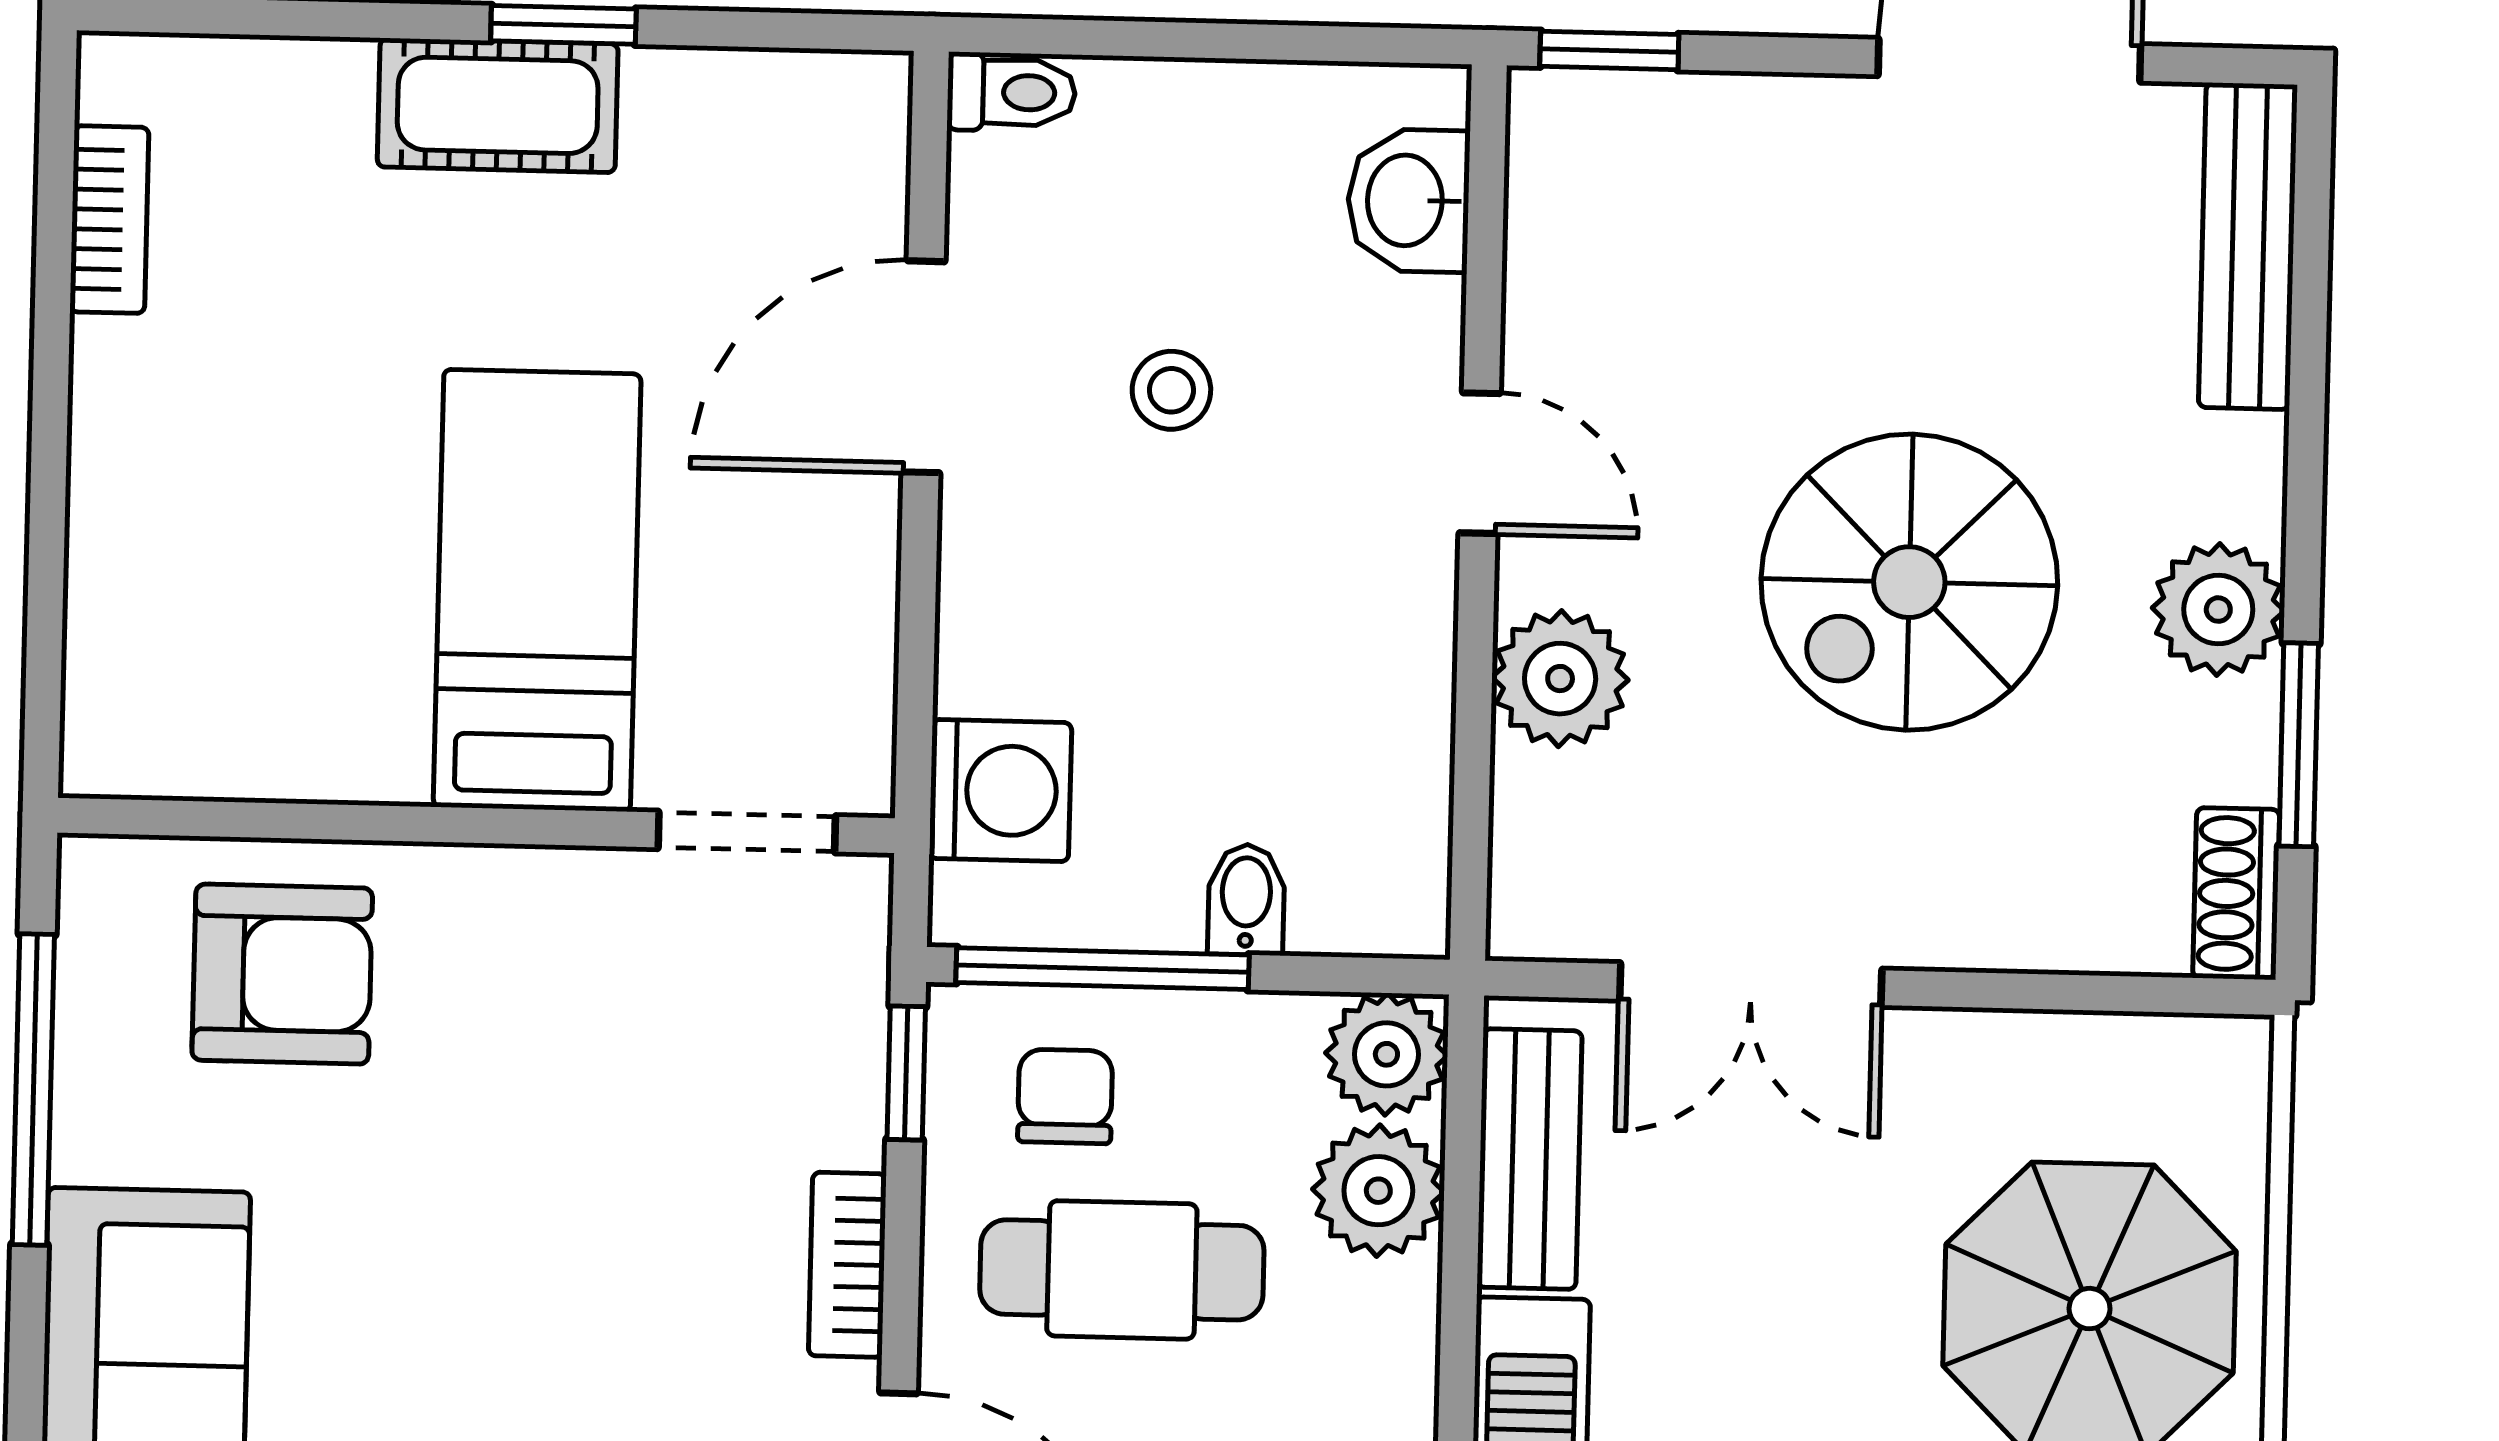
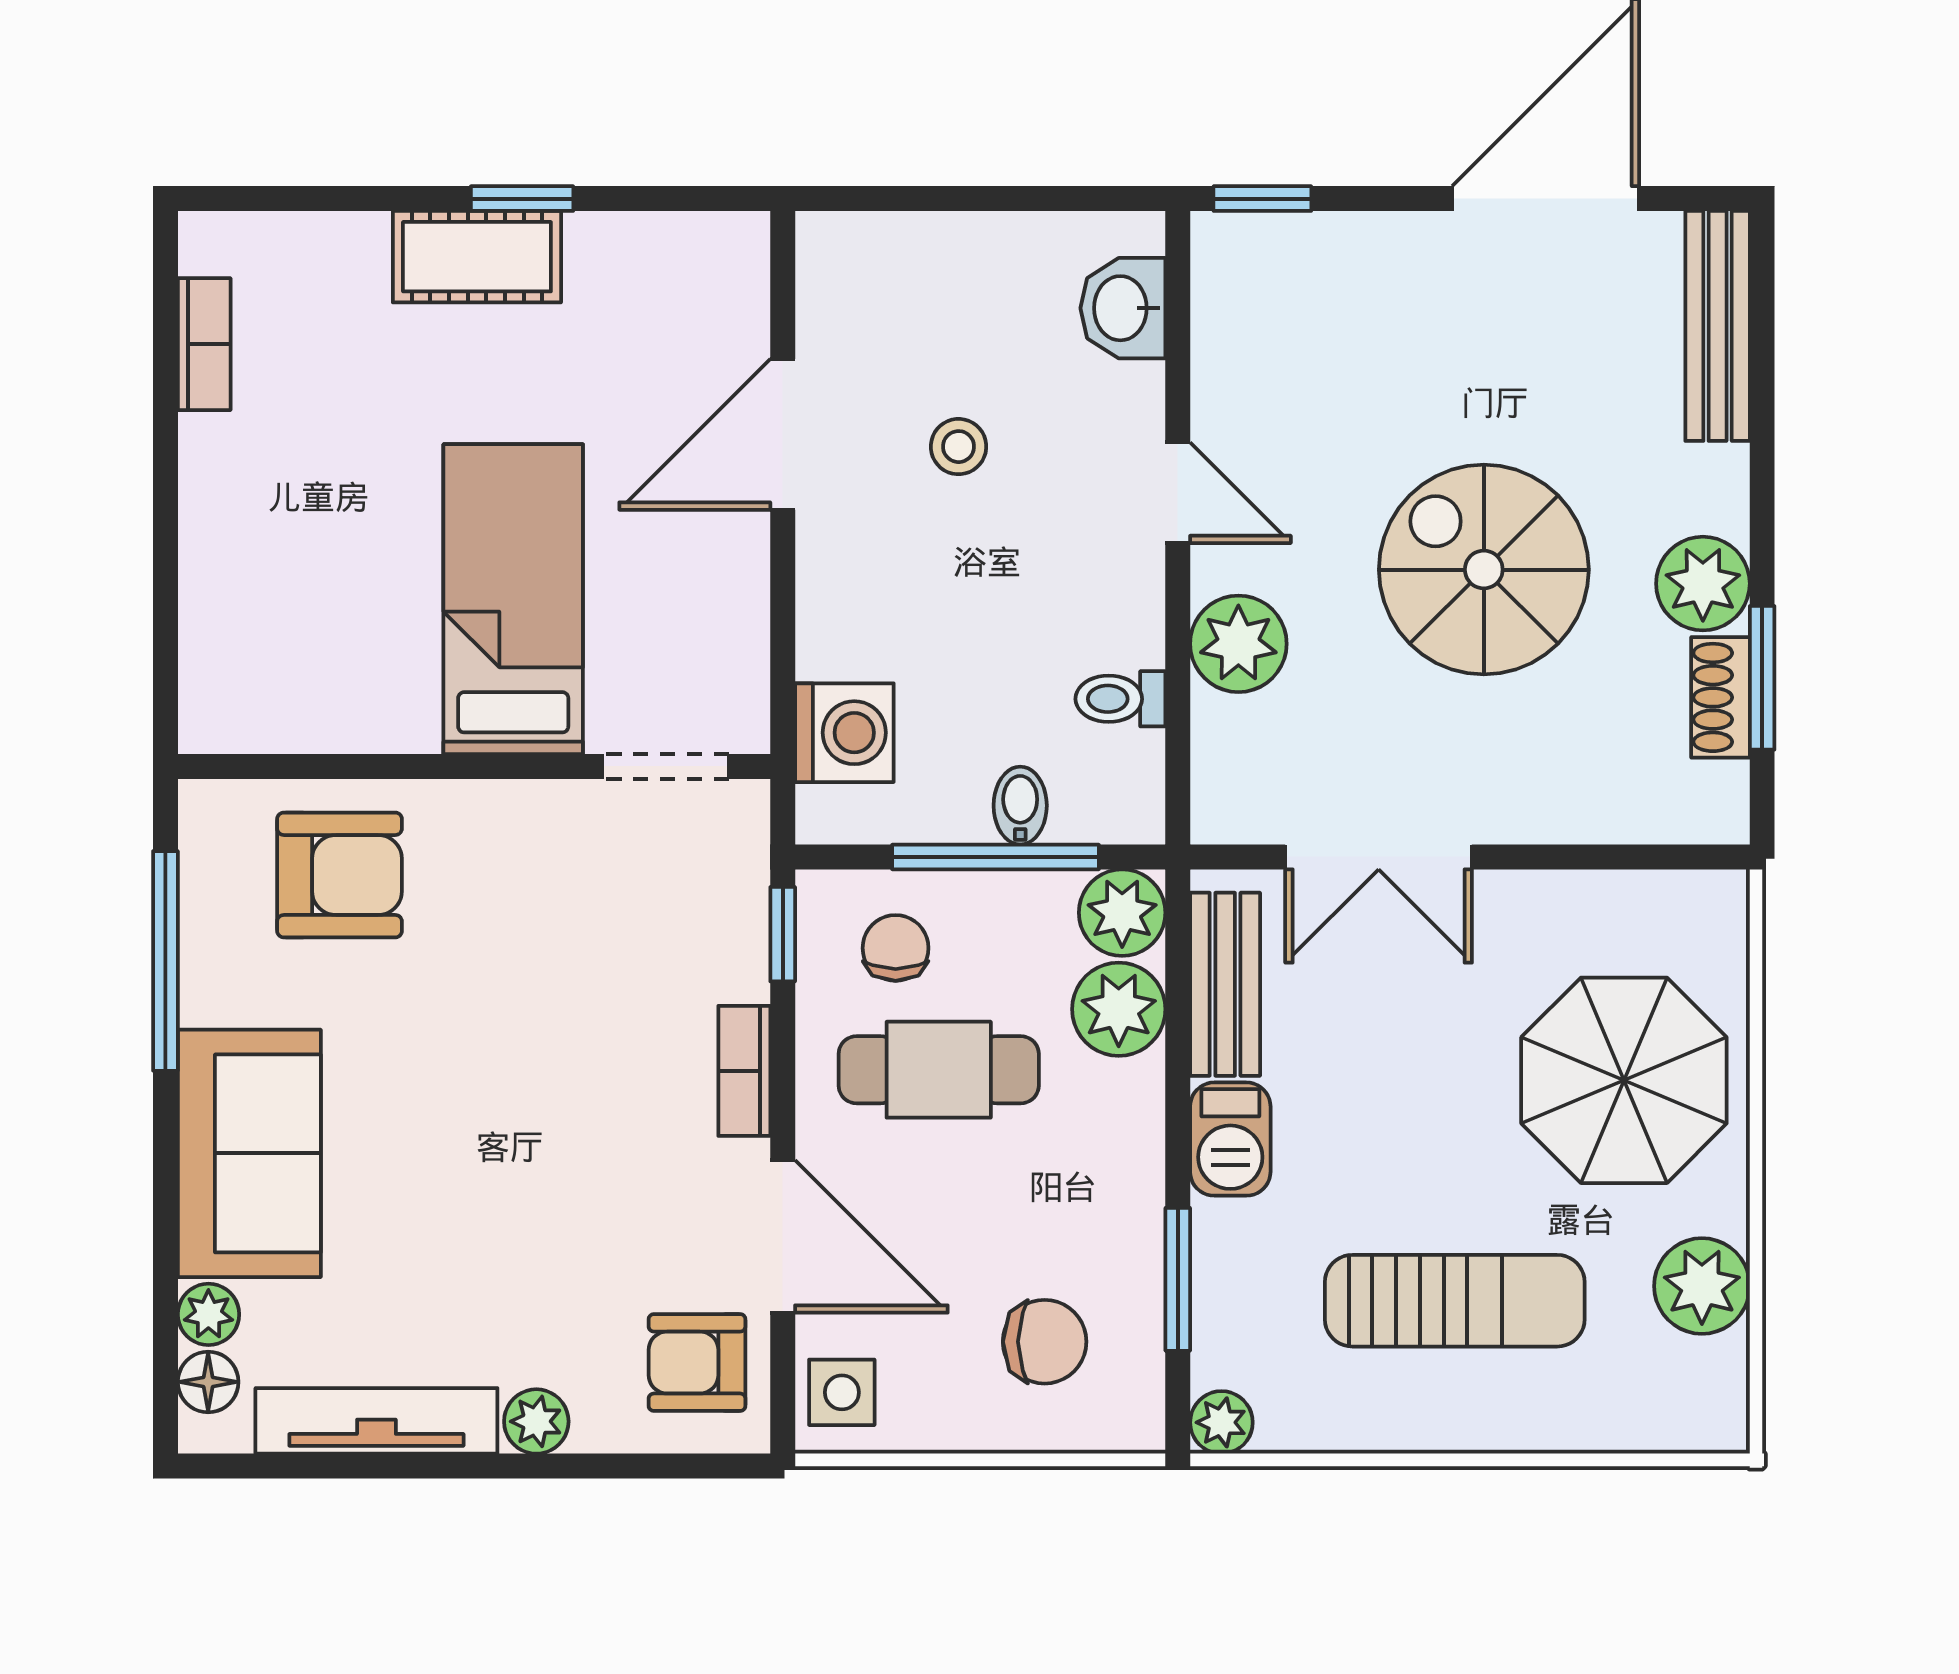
toilet: (1011, 92) -> (1120, 699), moved, turned 180
spiral stairs: (1909, 582) -> (1484, 570), turned 90
shoe rack: (2236, 894) -> (1720, 697), moved
window: (1102, 969) -> (996, 857), moved

